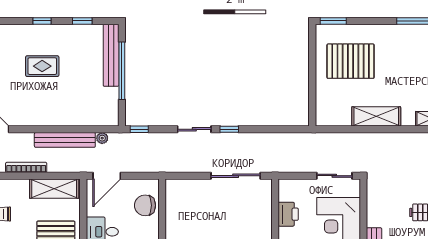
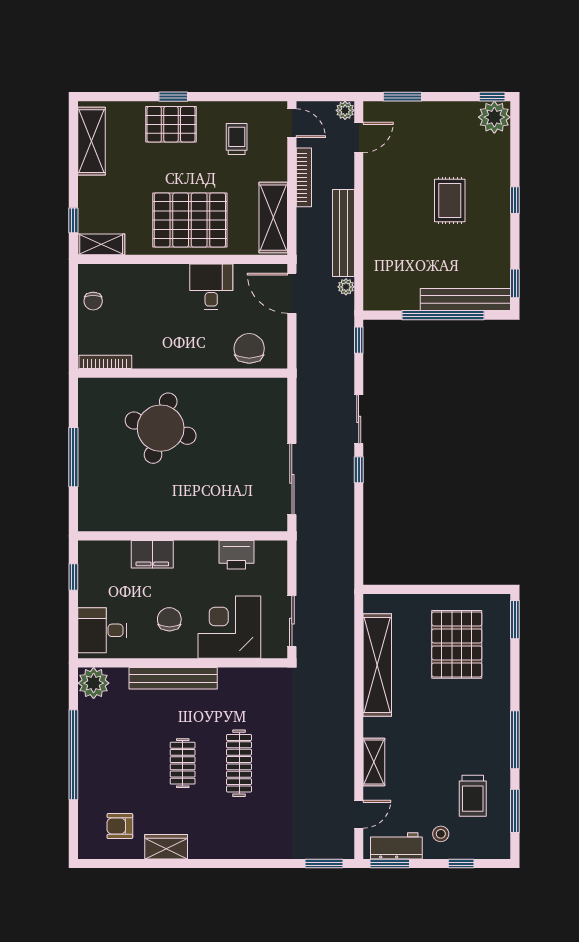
window: (82, 21) -> (515, 283), moved
shelving: (376, 116) -> (377, 665), width x1.47

